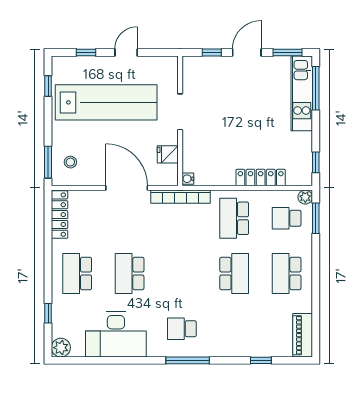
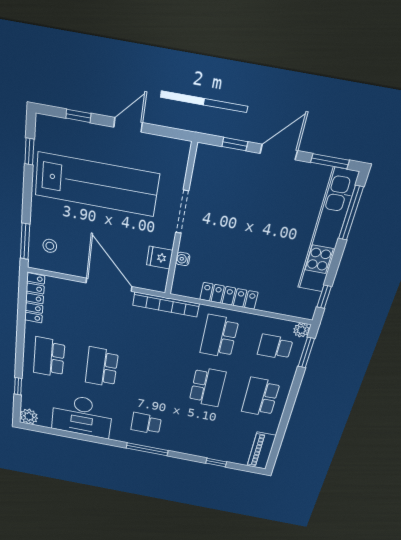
kitchen unit: (302, 93) -> (327, 232), width x1.36
locker: (261, 178) -> (229, 296), moved
water cooler: (188, 179) -> (183, 259), moved

